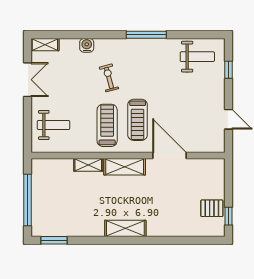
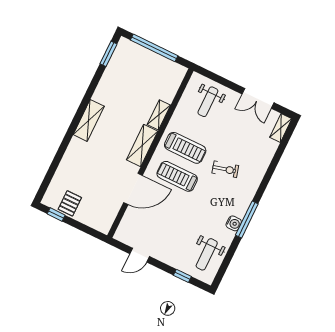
water cooler: (87, 45) -> (234, 223), moved

